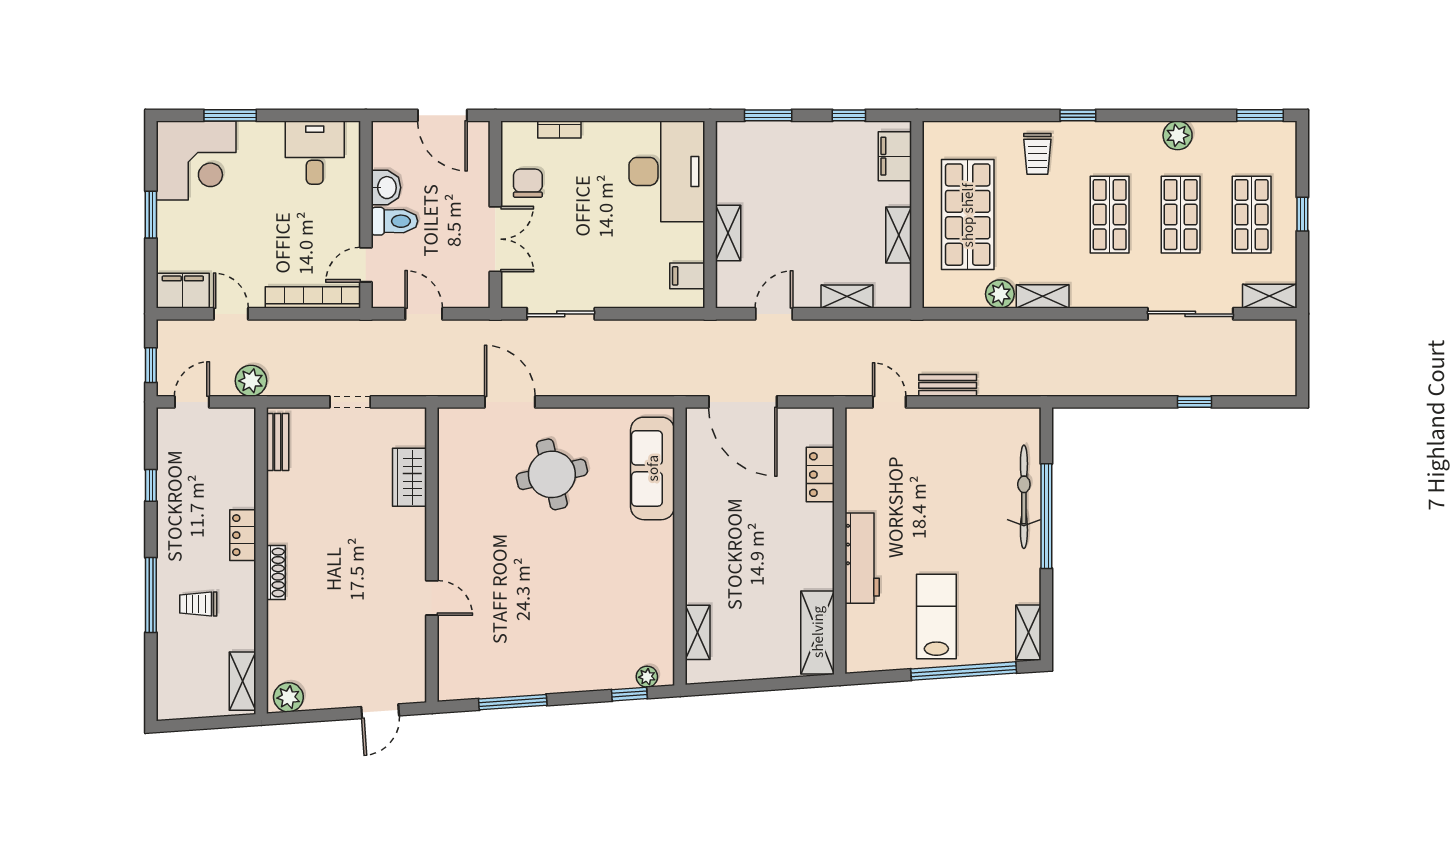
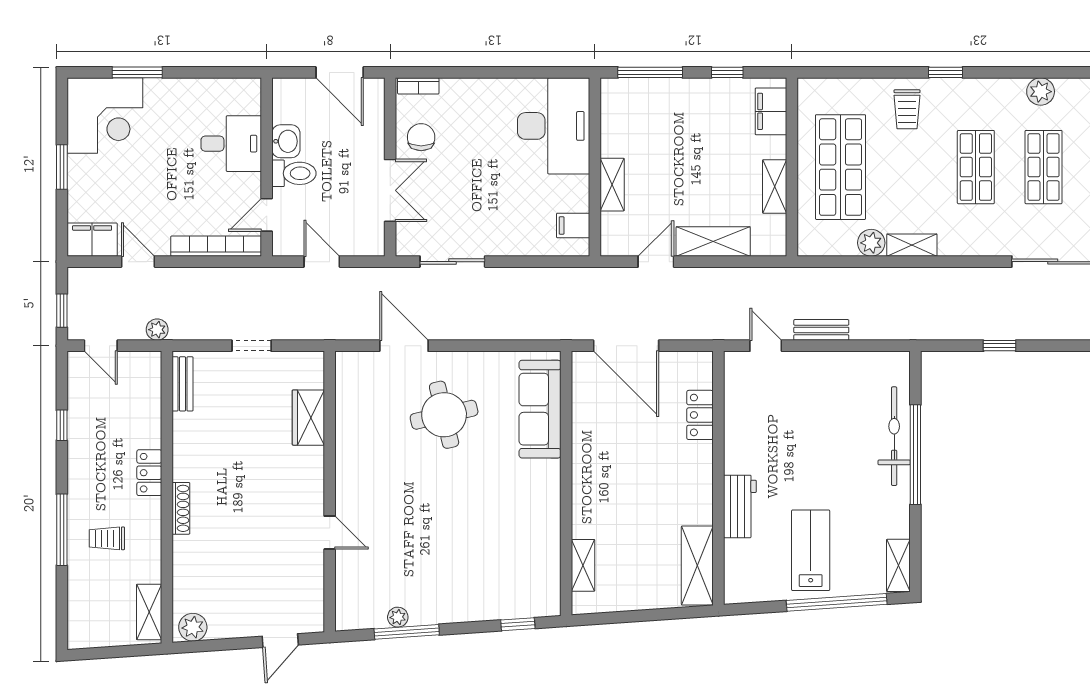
window: (768, 115) -> (650, 72), width x1.44
bookcase: (559, 130) -> (418, 86), moved
desk: (315, 153) -> (231, 144), moved, turned 90
shelving: (847, 297) -> (713, 242), width x1.50, depth x1.33
plant: (251, 381) -> (157, 330), width x0.73, depth x0.73
door: (192, 402) -> (101, 346), swing flipped
window: (1195, 402) -> (1000, 346), moved
workbench: (862, 558) -> (740, 506), width x0.73
plant: (647, 677) -> (398, 617), moved

